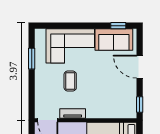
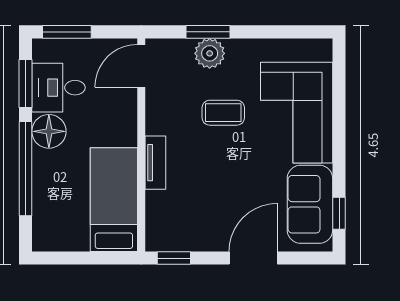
window: (32, 59) -> (208, 32), moved
plant: (42, 88) -> (210, 53), added
tv unit: (73, 113) -> (155, 163), moved

